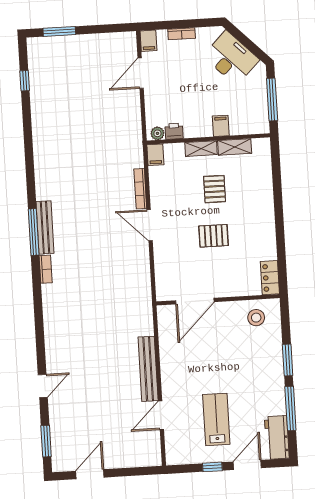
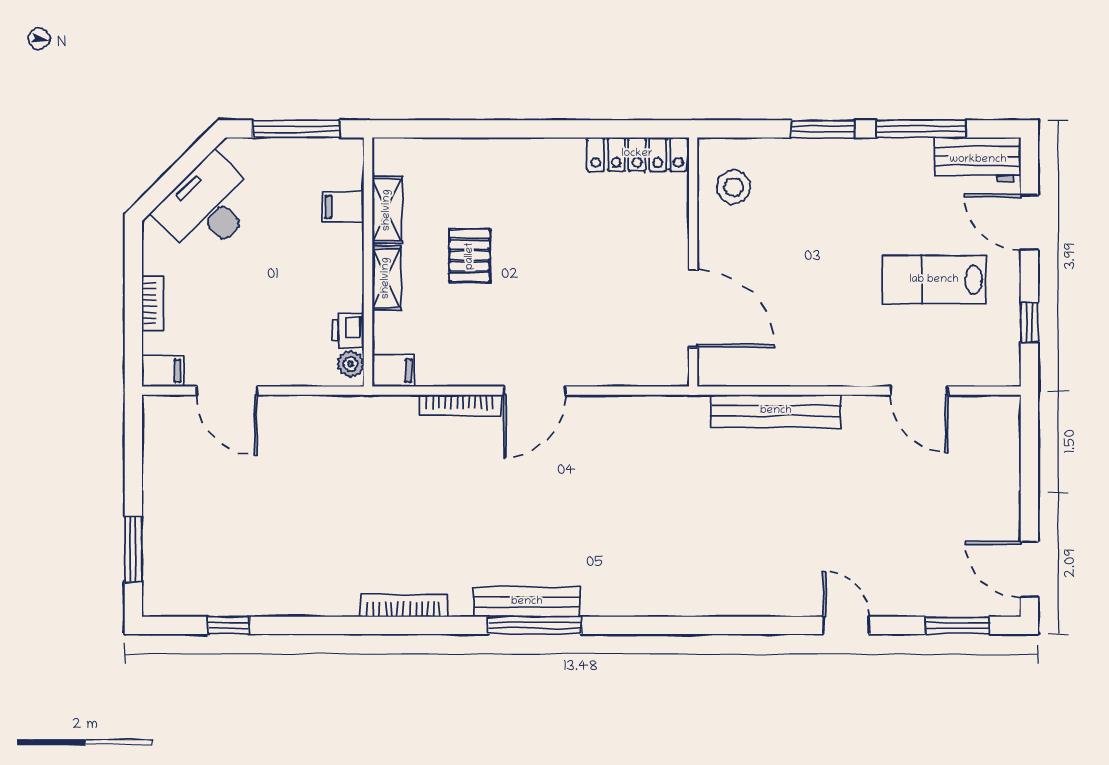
filing cabinet: (221, 126) -> (343, 207), moved
pallet: (215, 189) -> (470, 256), turned 90
pallet: (214, 236) -> (564, 263), removed
bookcase: (46, 269) -> (404, 606), moved, width x1.56
locker: (270, 278) -> (637, 154), width x1.53
bench: (148, 369) -> (776, 411), moved
window: (212, 467) -> (1029, 322), moved
door: (90, 474) -> (1029, 569), moved

